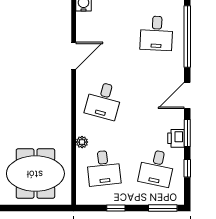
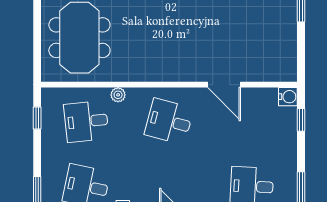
window: (116, 208) -> (37, 118), moved

